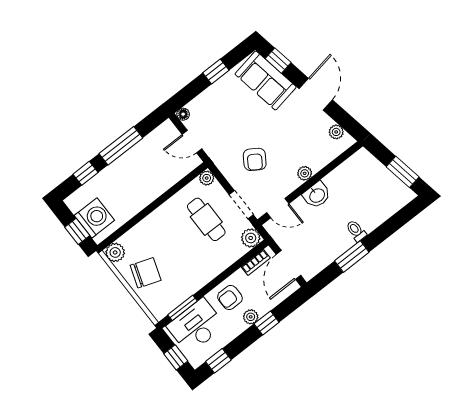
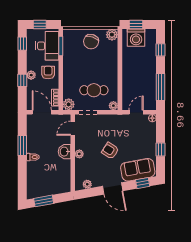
window: (121, 146) -> (160, 87), moved
armchair: (255, 159) -> (110, 151), moved

